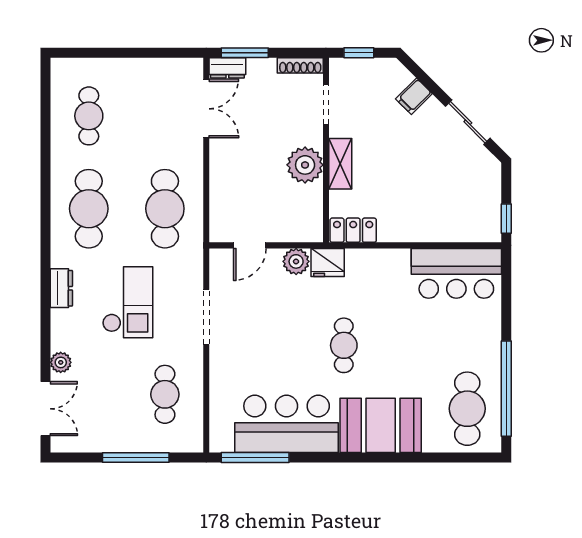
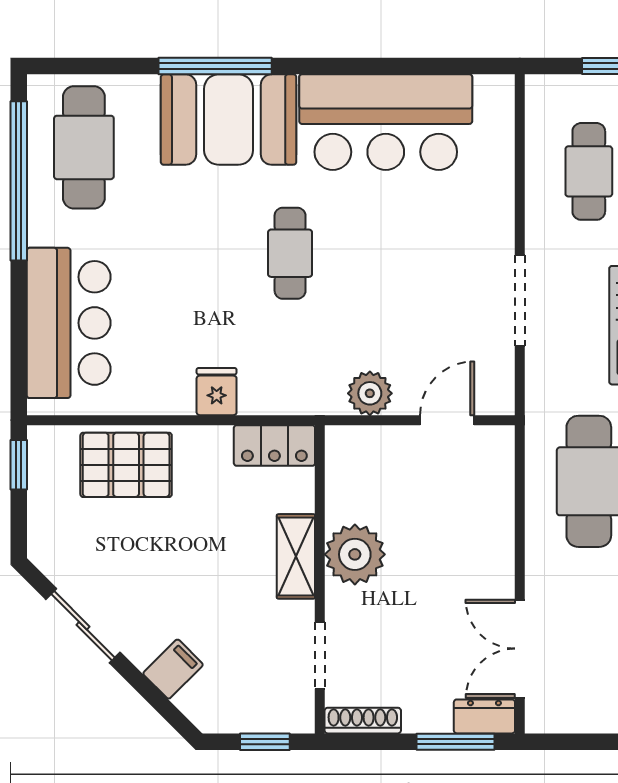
pallet: (442, 219) -> (126, 465), added
fridge: (328, 262) -> (217, 392), moved, width x0.72
bar counter: (456, 273) -> (69, 323), moved, turned 90
window: (255, 457) -> (215, 66), moved

